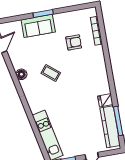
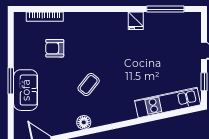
armchair: (74, 42) -> (55, 48), turned -90
kitchen counter: (110, 127) -> (171, 21), removed

